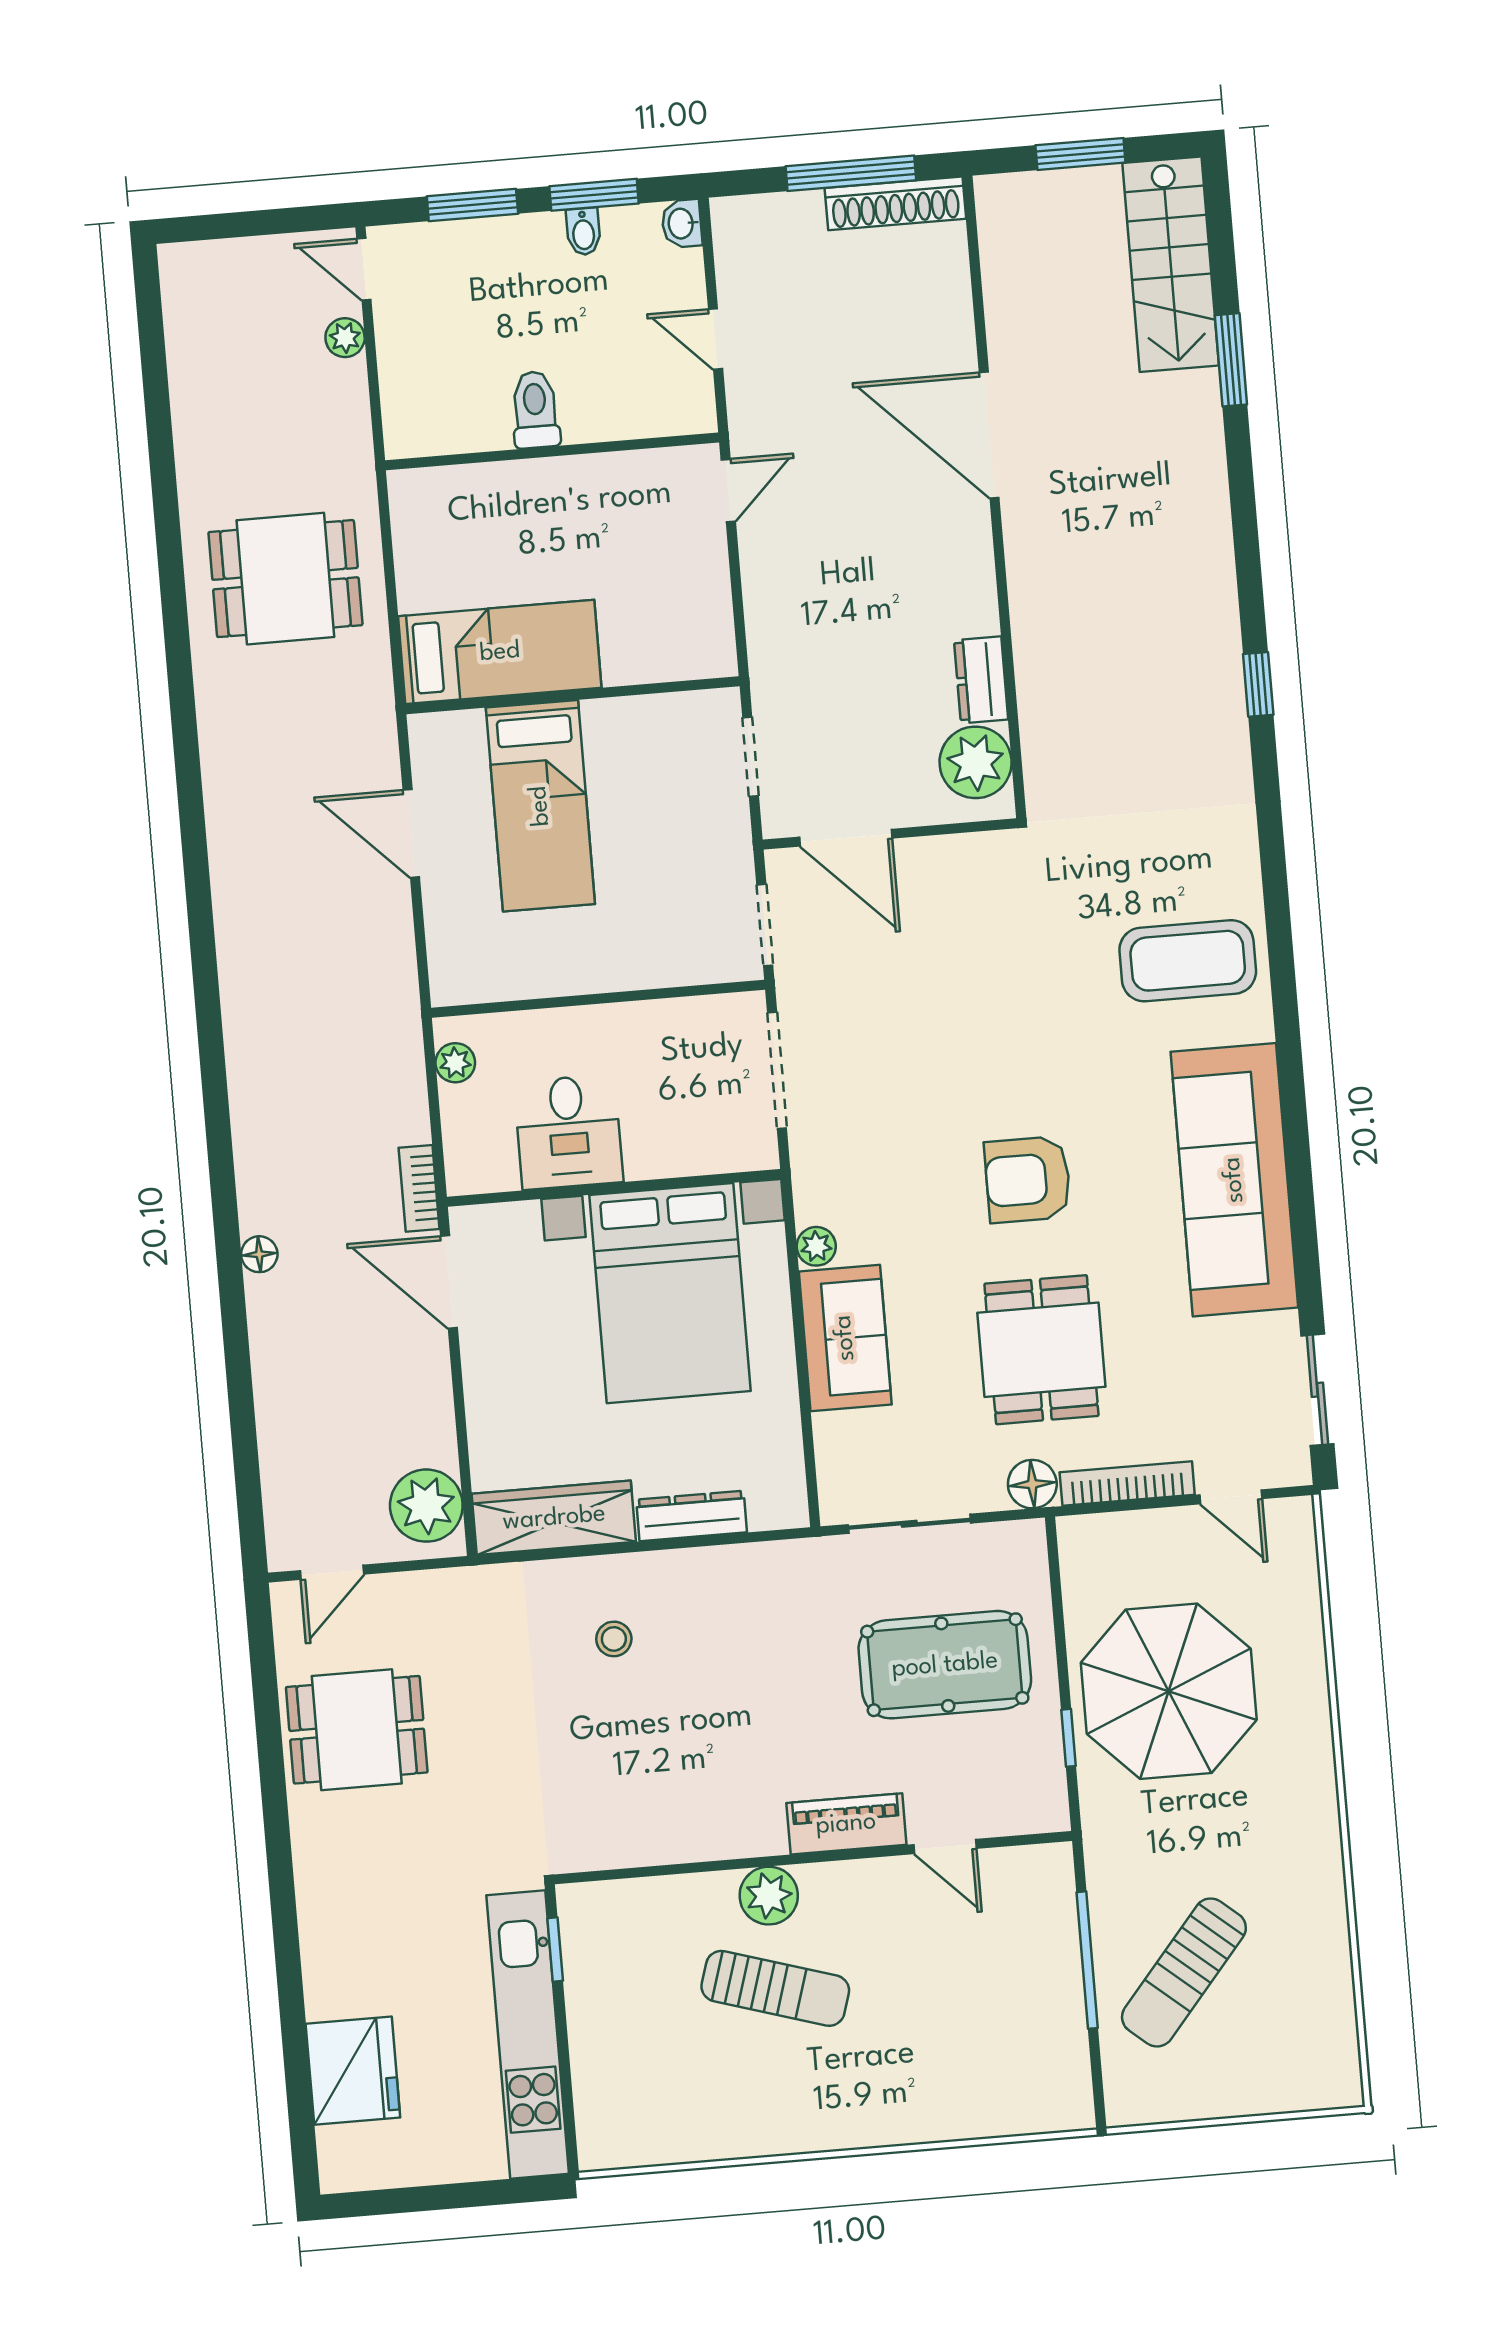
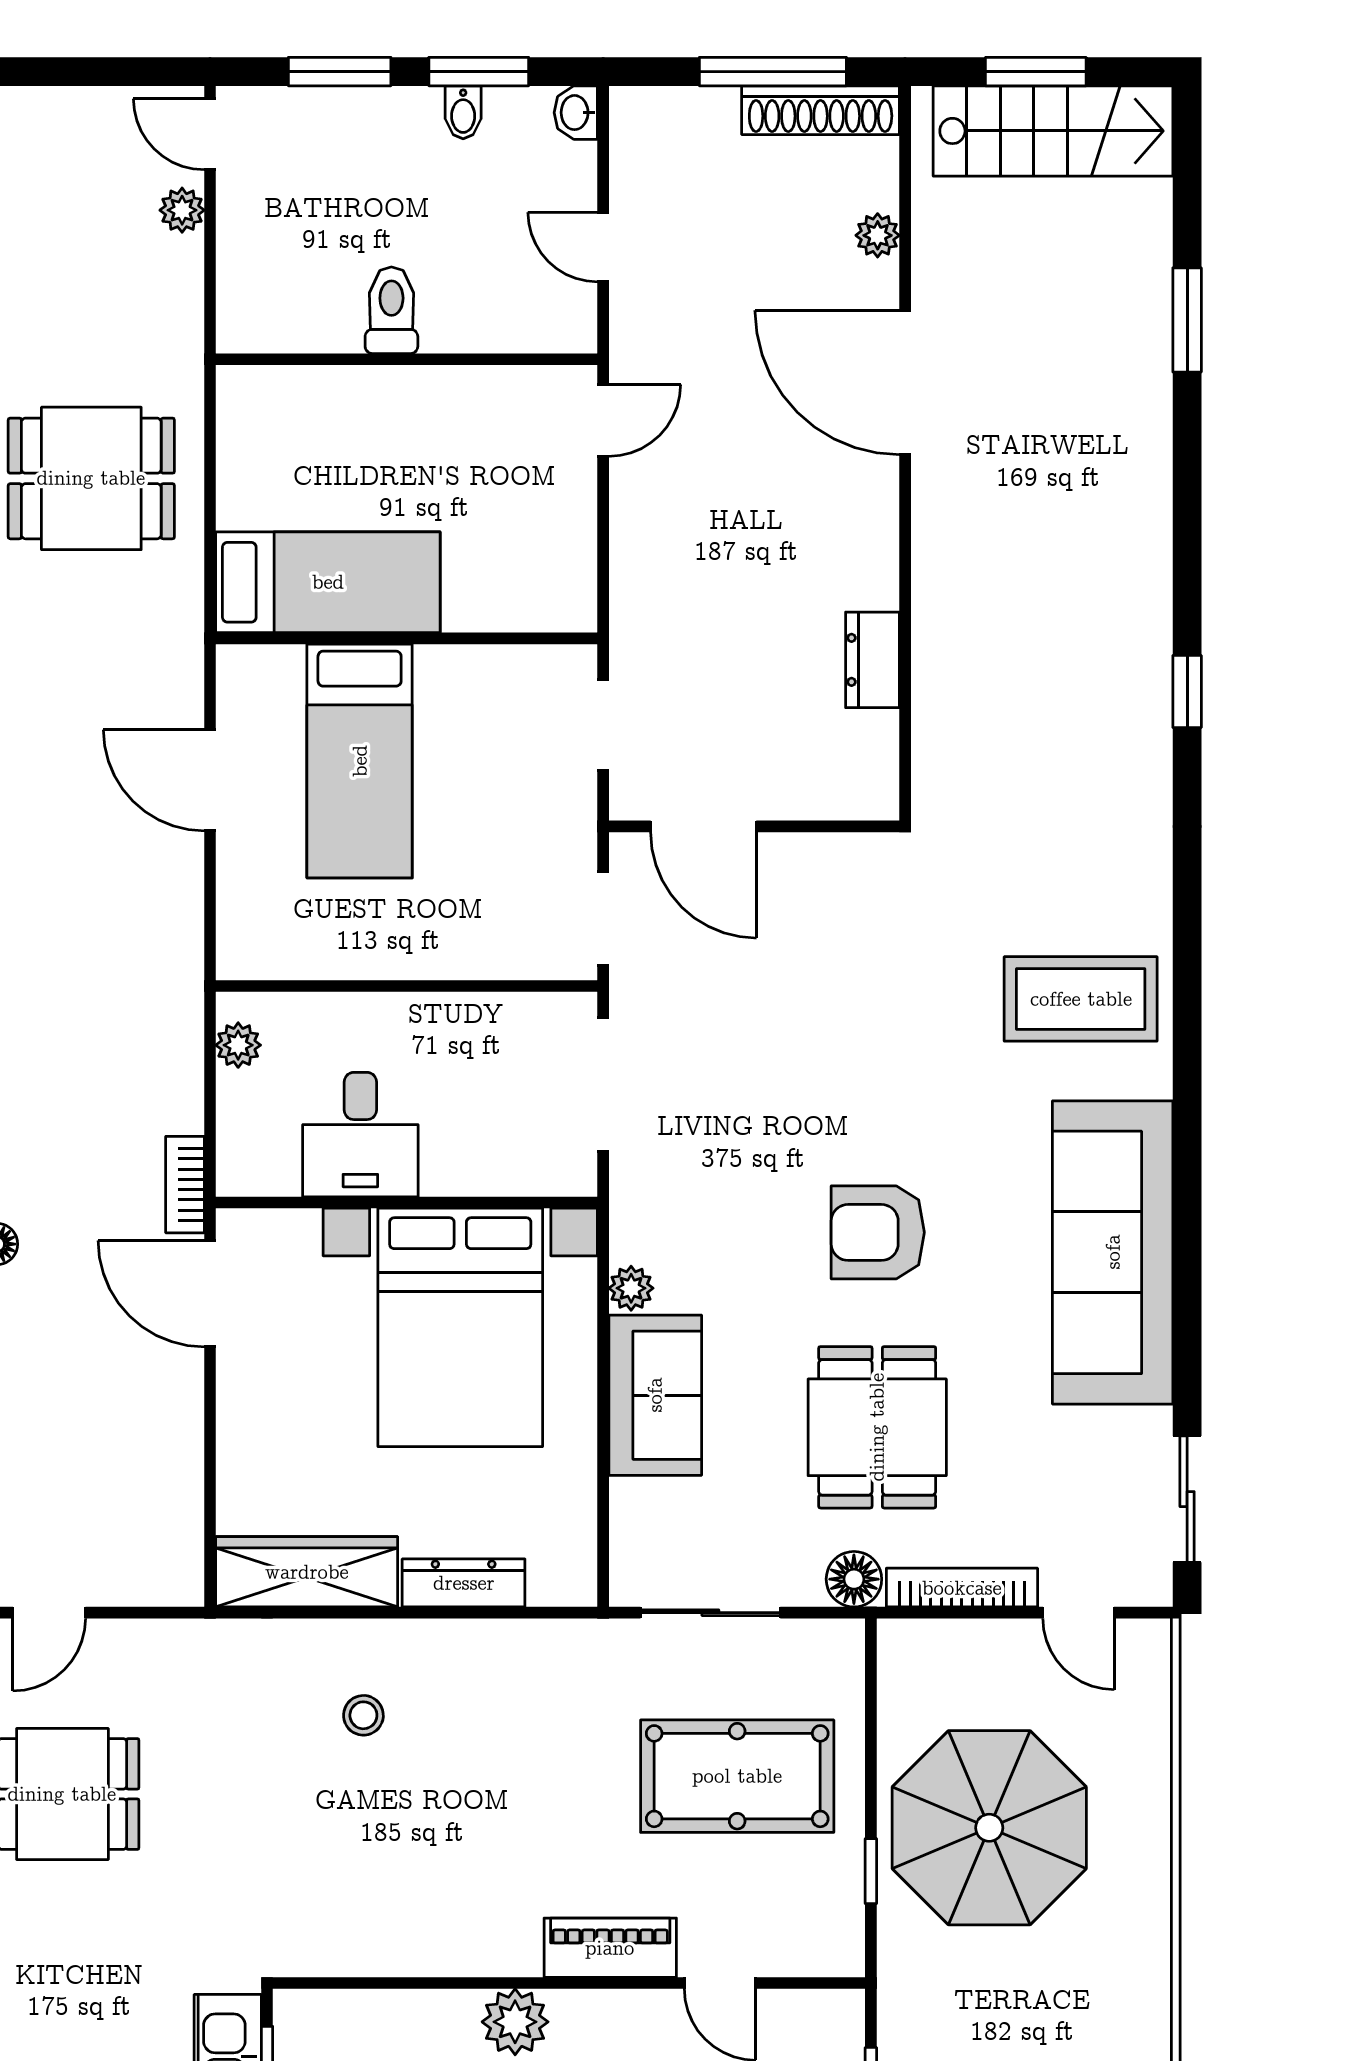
stairs: (1171, 264) -> (1053, 131), moved, turned -90
plant: (976, 762) -> (878, 235), moved, width x0.53, depth x0.53
plant: (426, 1506) -> (163, 1546), removed

